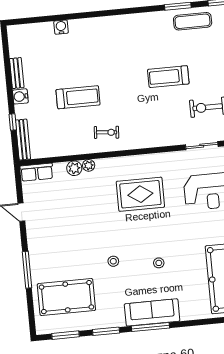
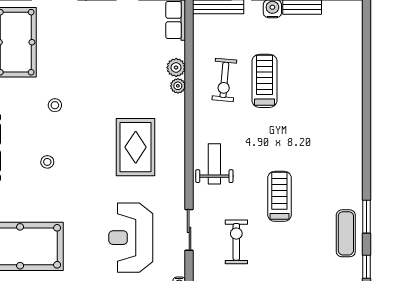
water cooler: (61, 27) -> (354, 68), removed
treadmill: (78, 97) -> (264, 81), turned 180
weight bench: (148, 131) -> (214, 164), added
exercise bike: (107, 132) -> (224, 80), moved, width x1.38, depth x1.39

